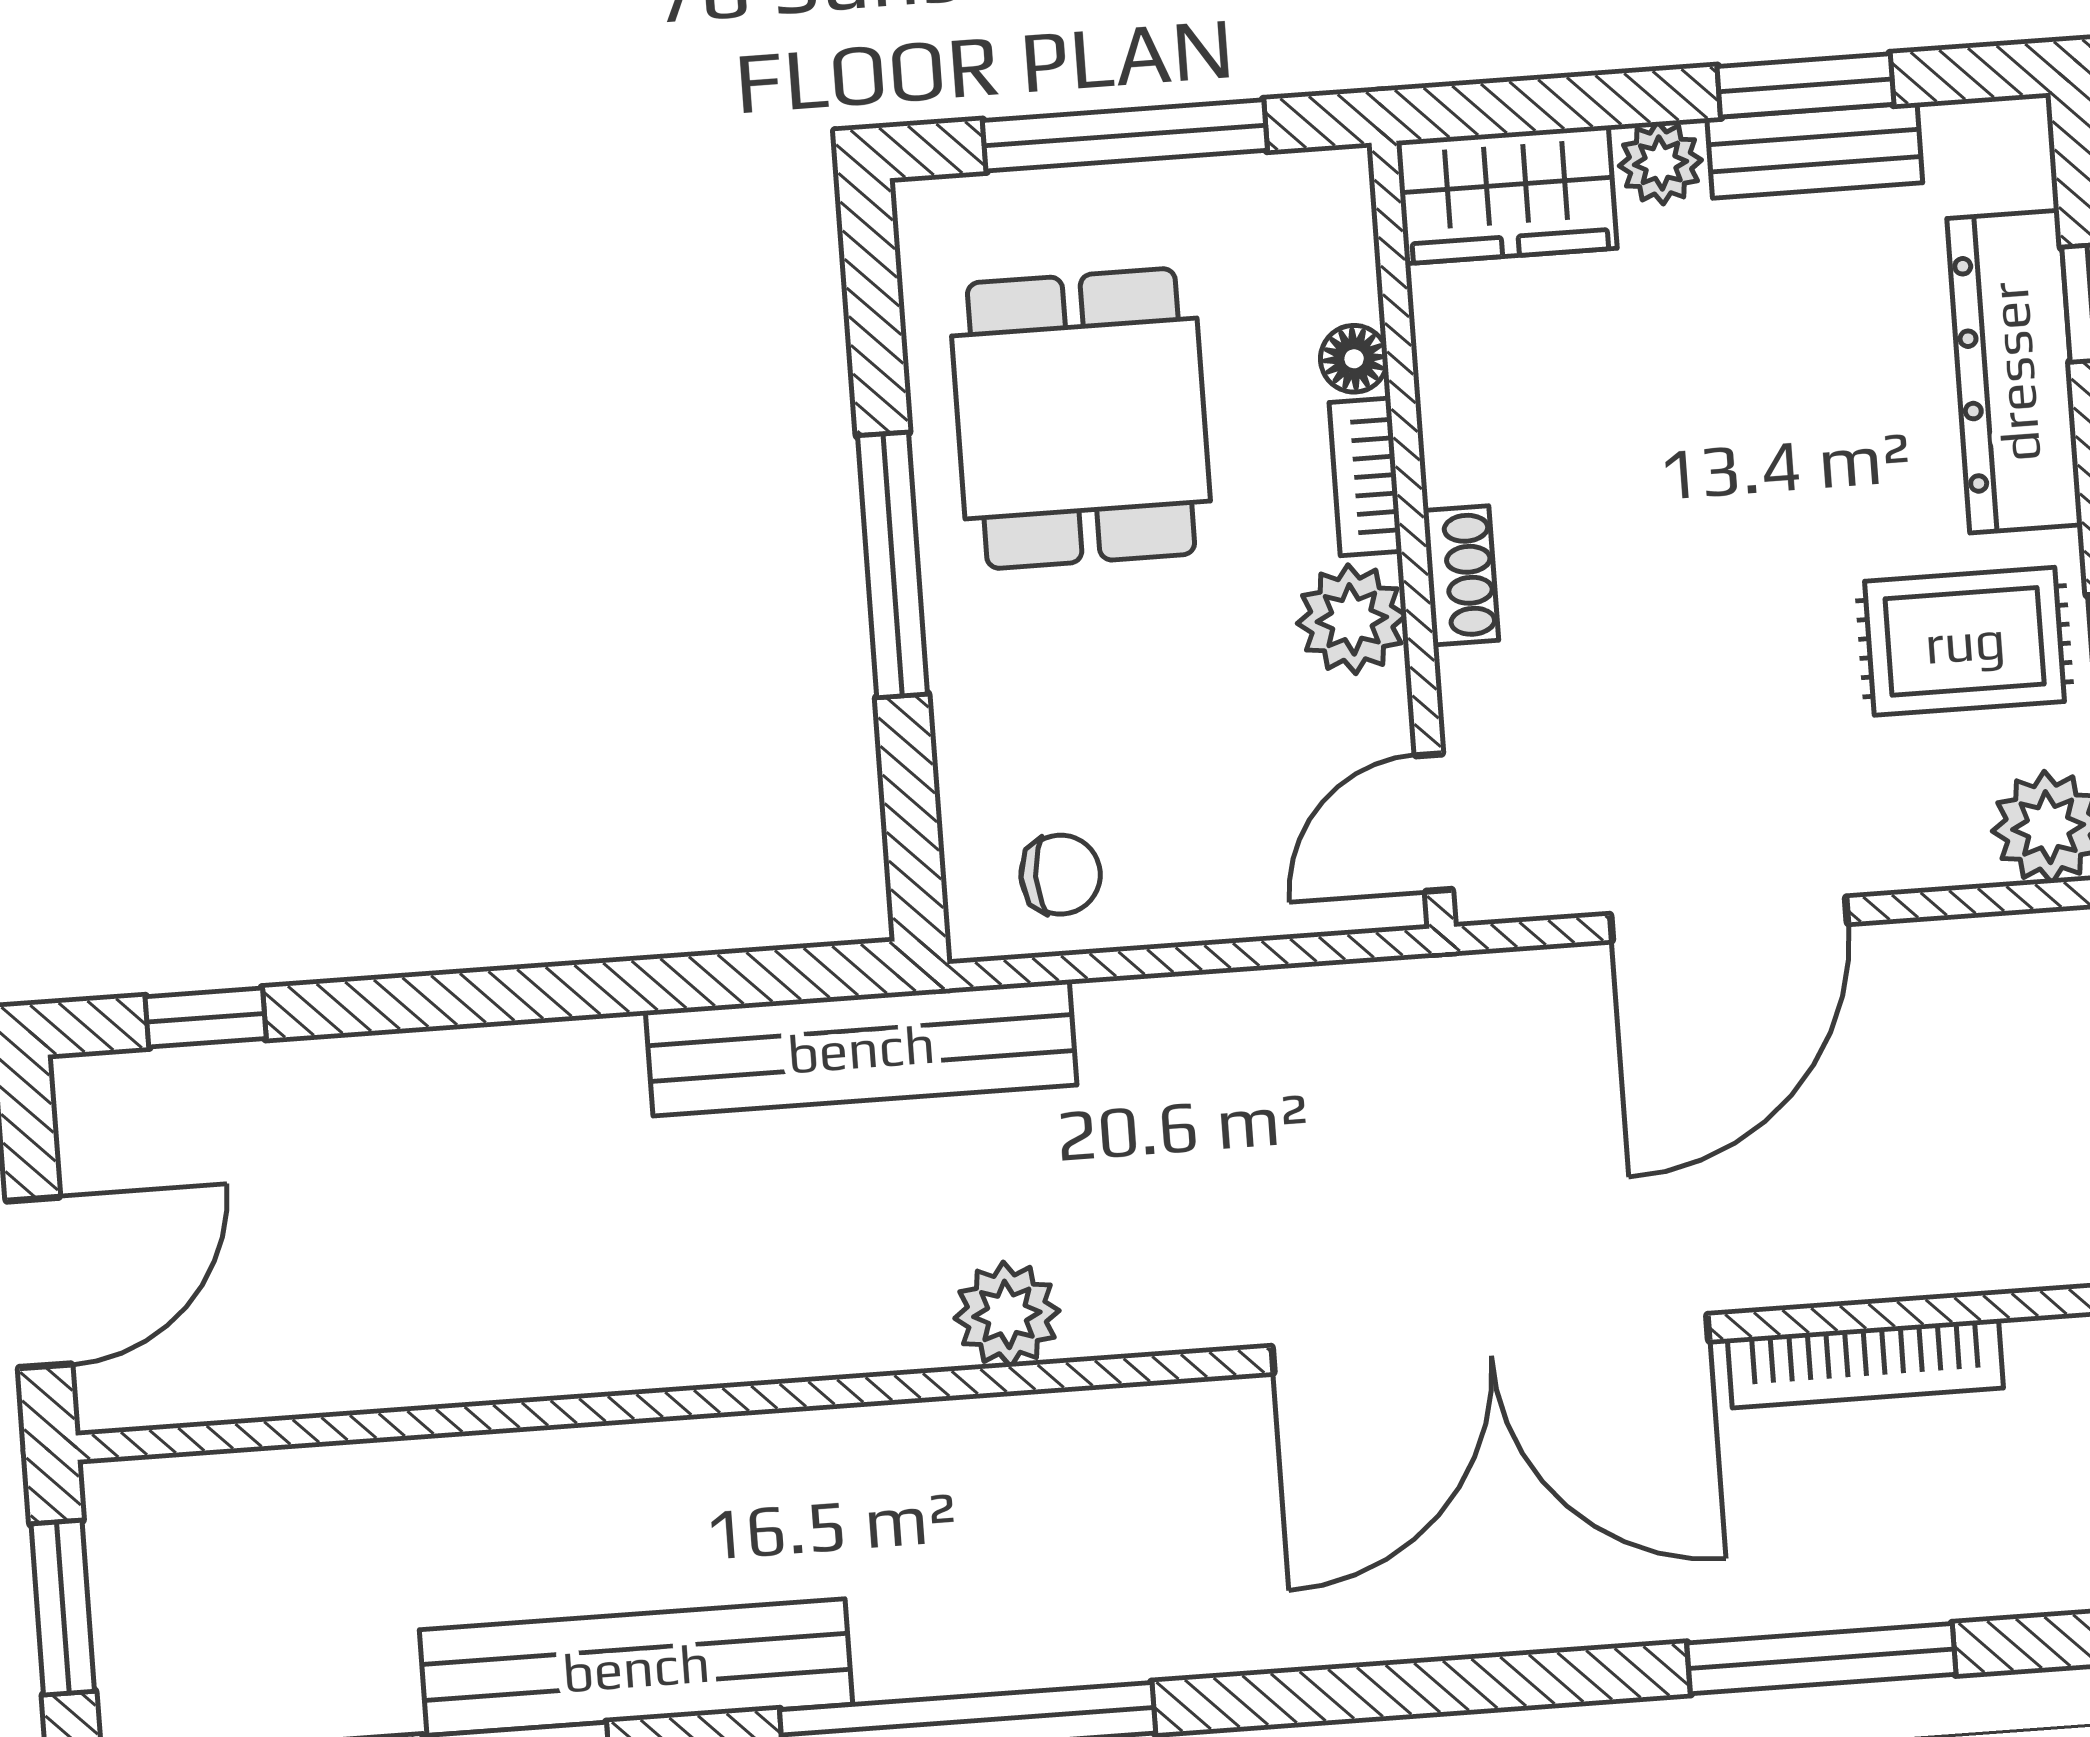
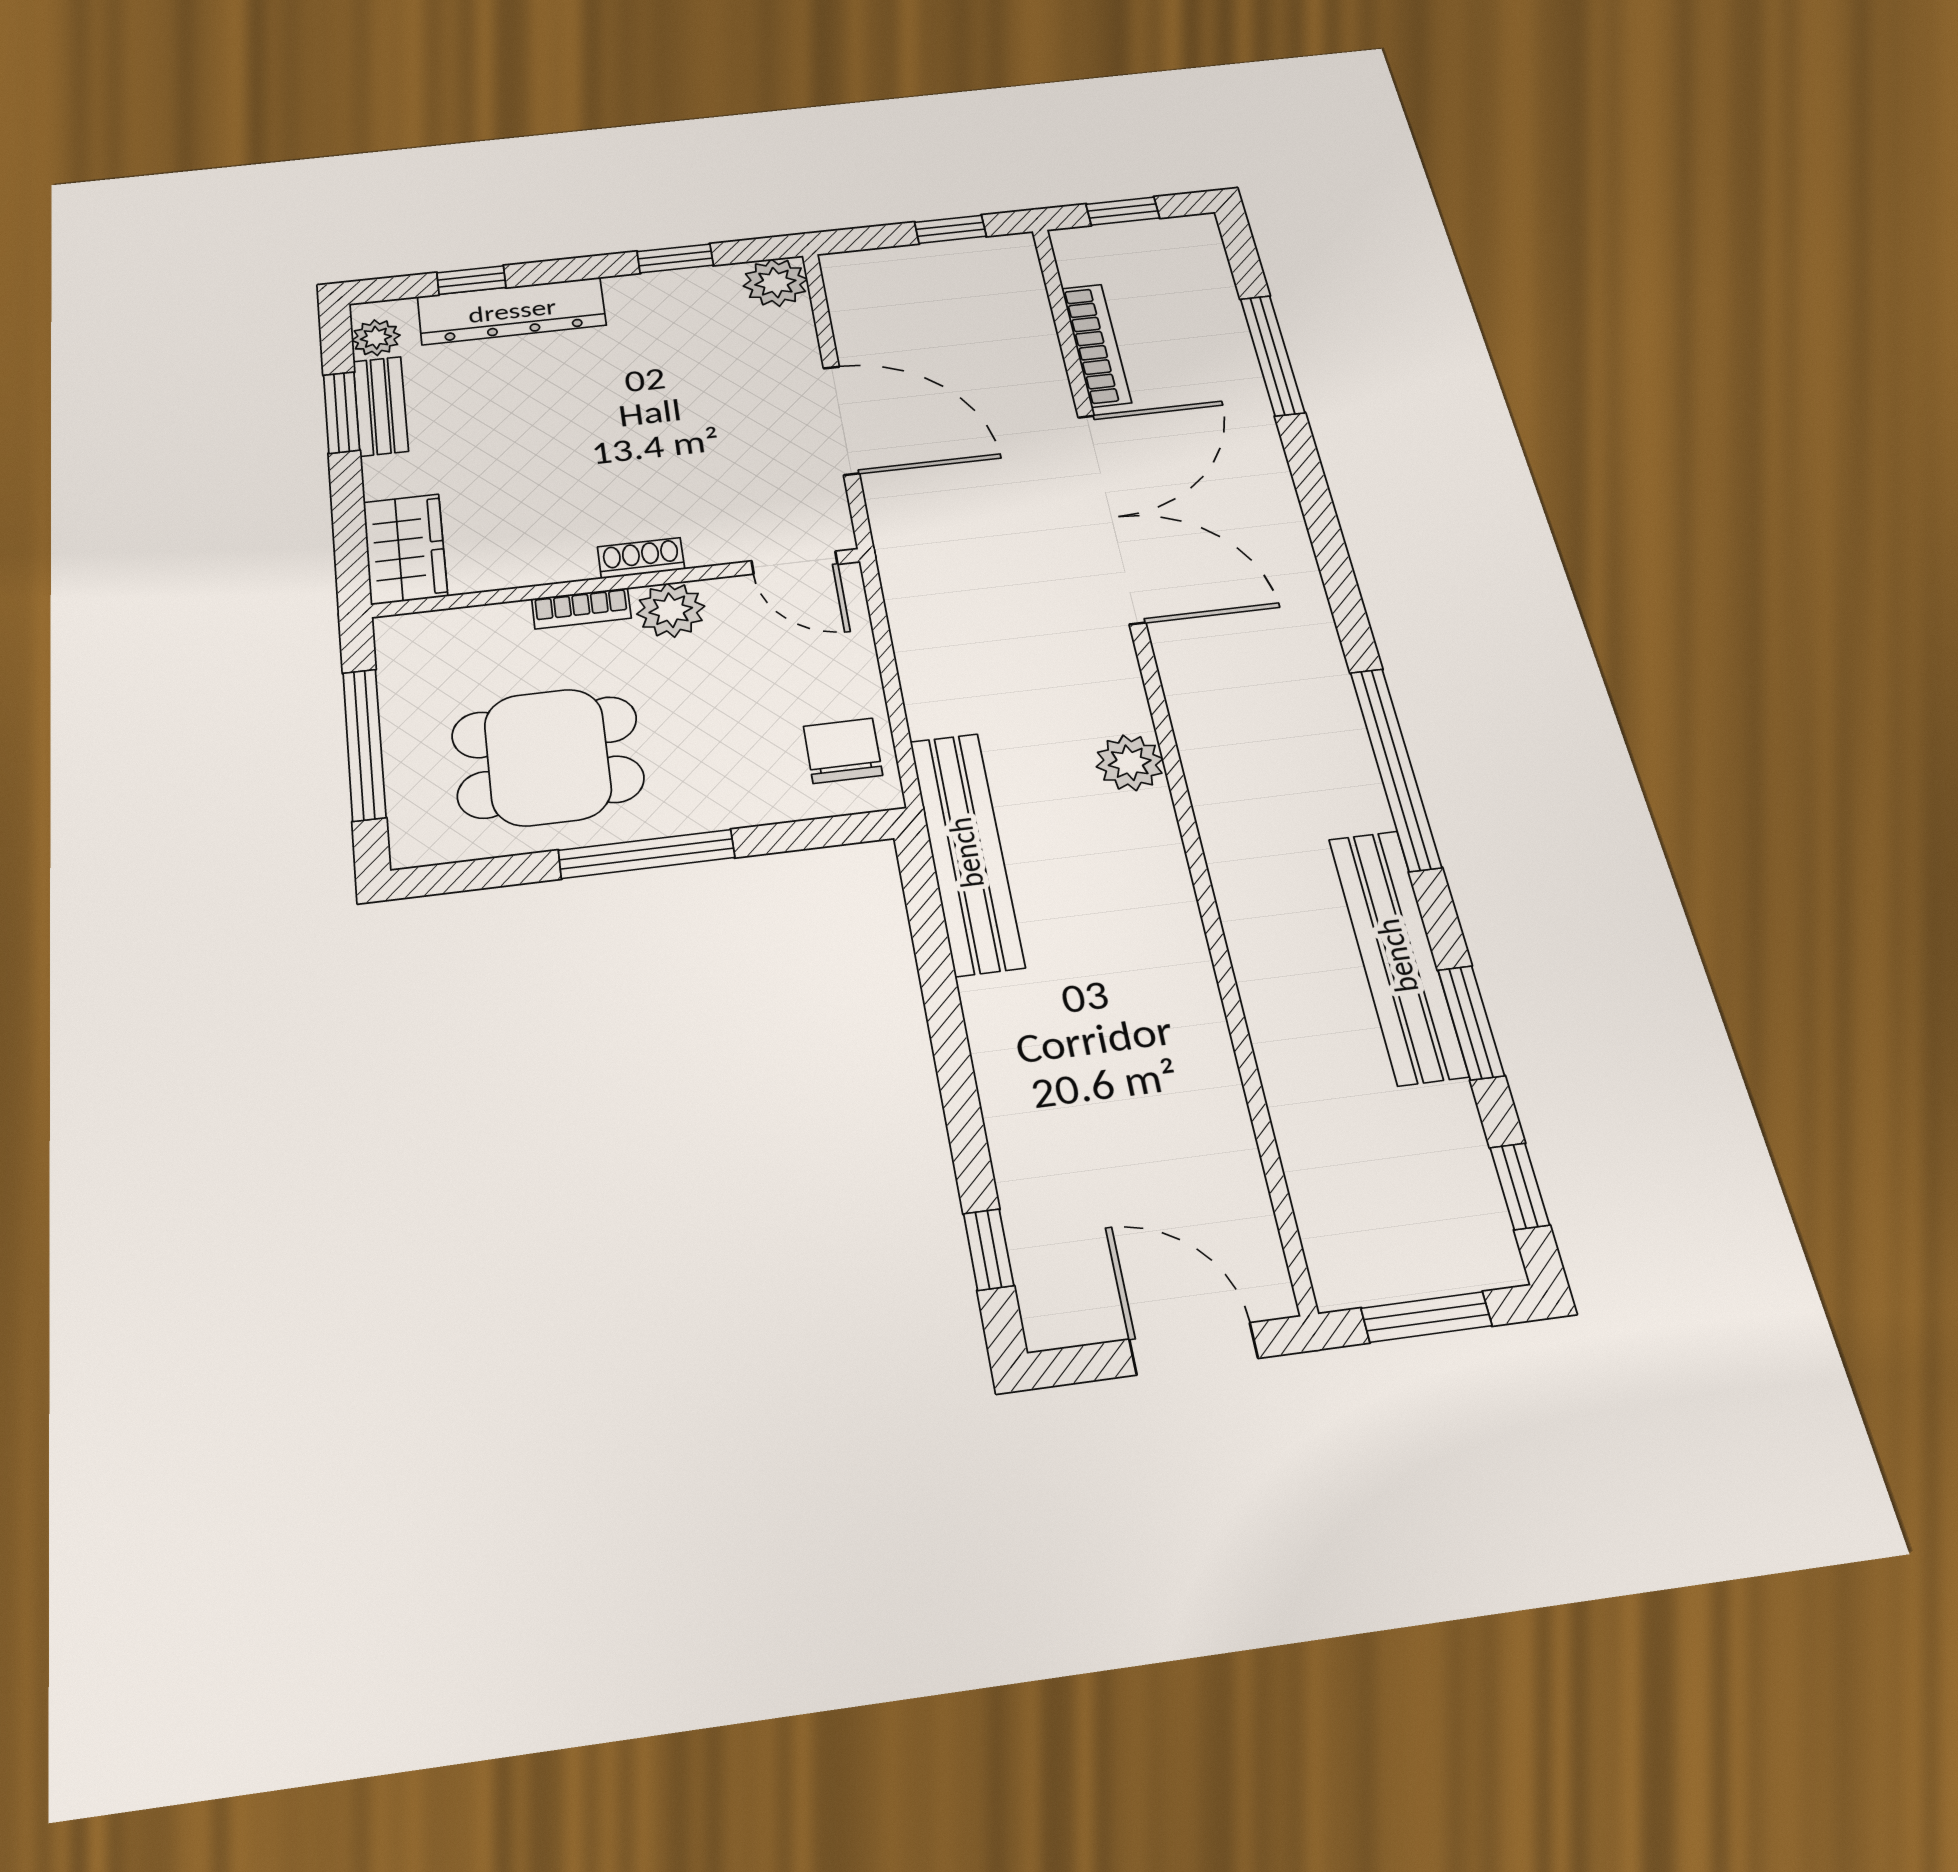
plant: (1660, 163) -> (376, 338), moved
floor lamp: (1354, 359) -> (507, 618), removed
rug: (1965, 641) -> (670, 324), removed
chair: (1061, 875) -> (843, 751), width x1.37, depth x1.37

